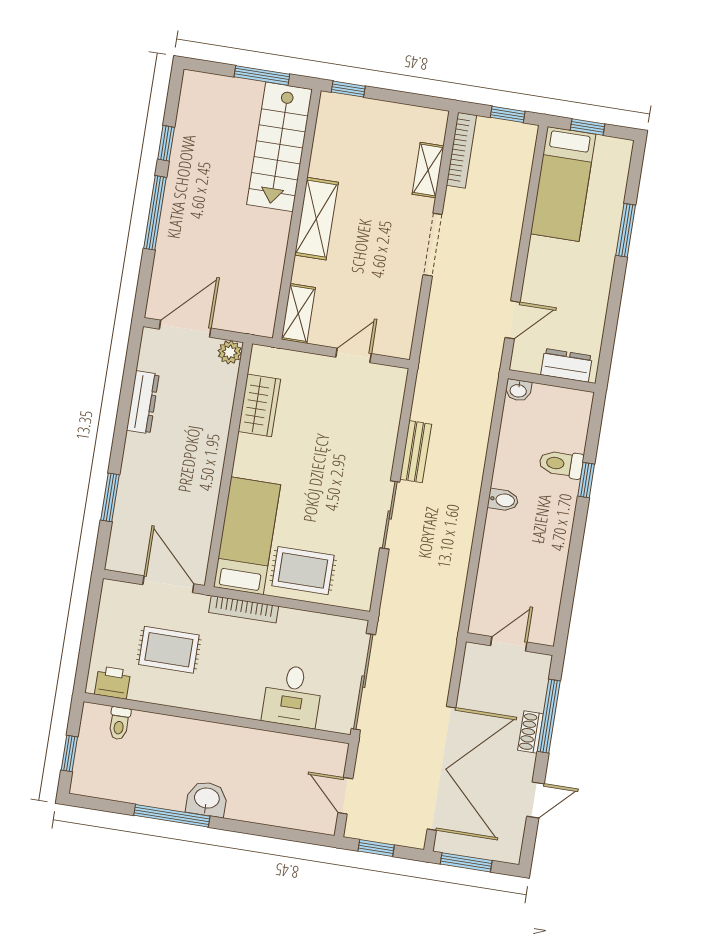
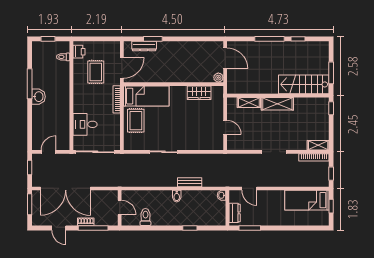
shelving: (428, 170) -> (318, 145), moved
window: (626, 230) -> (250, 228), moved
shelving: (298, 313) -> (249, 103), moved
dresser: (143, 402) -> (144, 46), moved
bench: (416, 452) -> (190, 182), moved
toilet: (561, 464) -> (145, 217), moved

